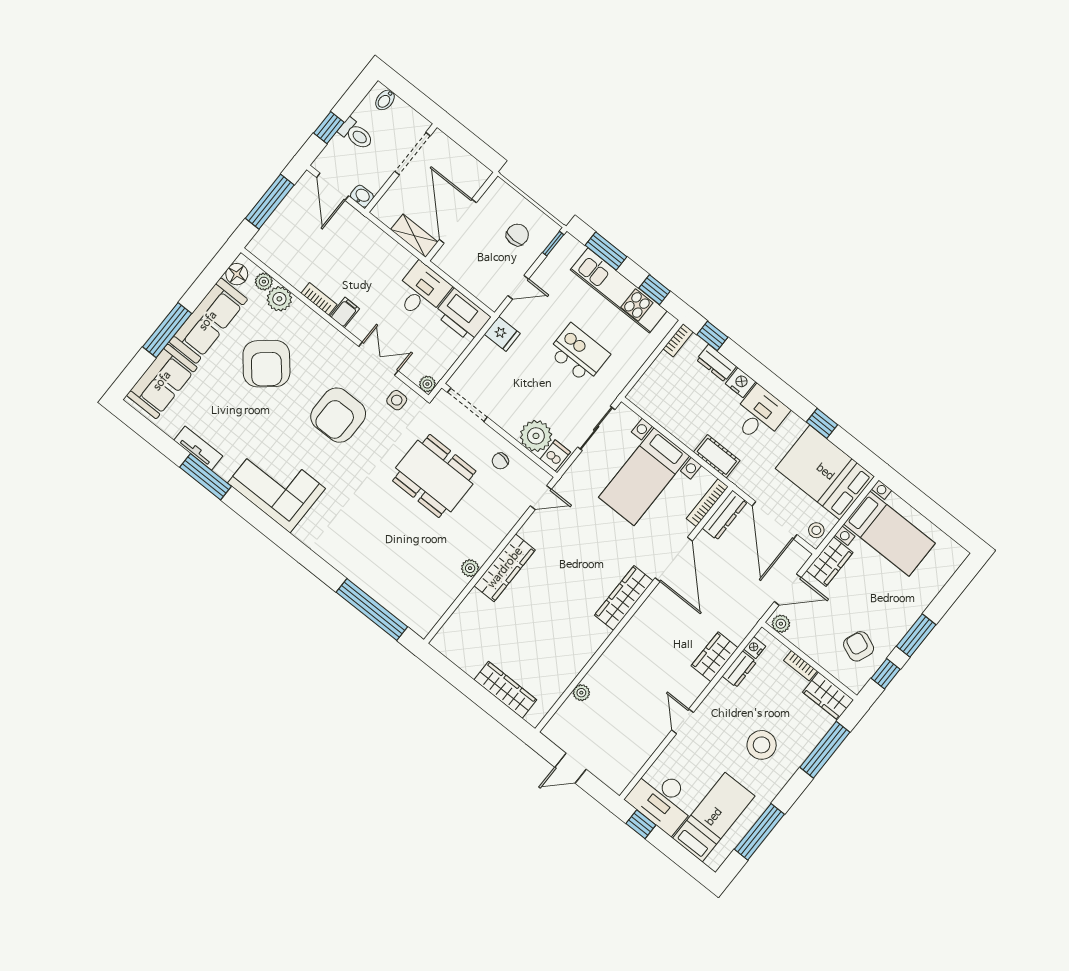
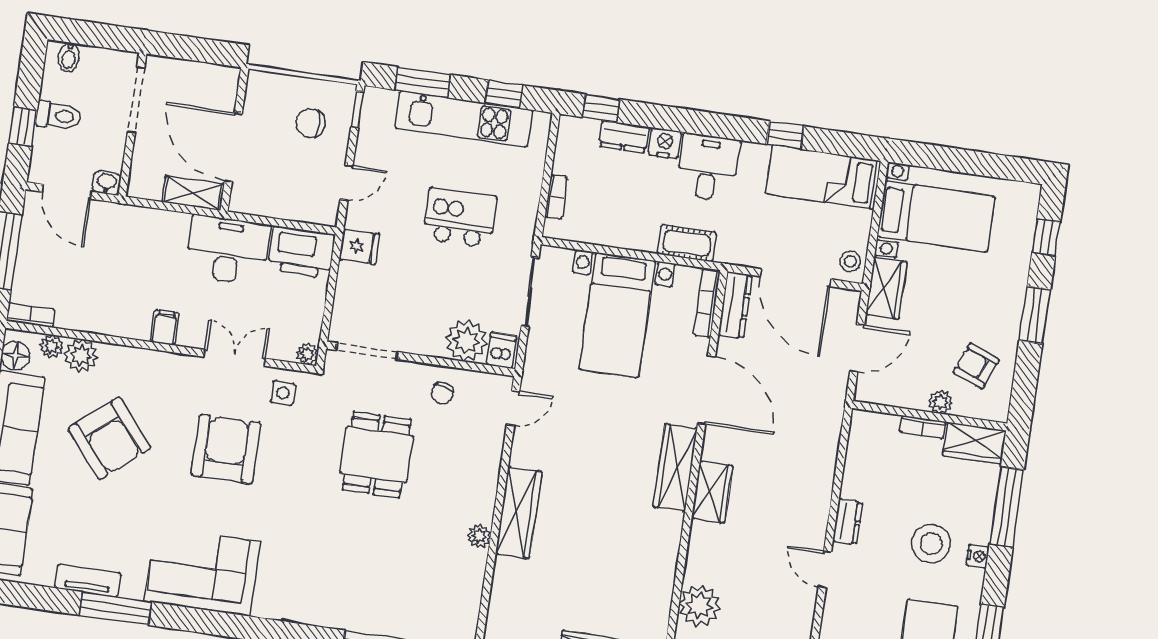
chair: (517, 235) -> (310, 123), turned -90
desk: (422, 291) -> (228, 250), width x1.37
bookcase: (319, 299) -> (31, 315), moved
bookcase: (678, 340) -> (556, 197), moved
armchair: (338, 415) -> (226, 449), turned 180
bed: (825, 472) -> (823, 177), width x0.67
dining table: (434, 476) -> (377, 455), width x0.73
plant: (781, 624) -> (940, 402), moved
nightstand: (755, 648) -> (978, 556), moved, turned 180
wardrobe: (715, 657) -> (712, 492), moved, turned 180
dresser: (739, 669) -> (848, 522), moved
window: (886, 674) -> (1046, 237), moved
plant: (581, 693) -> (699, 606), width x1.87, depth x1.87

